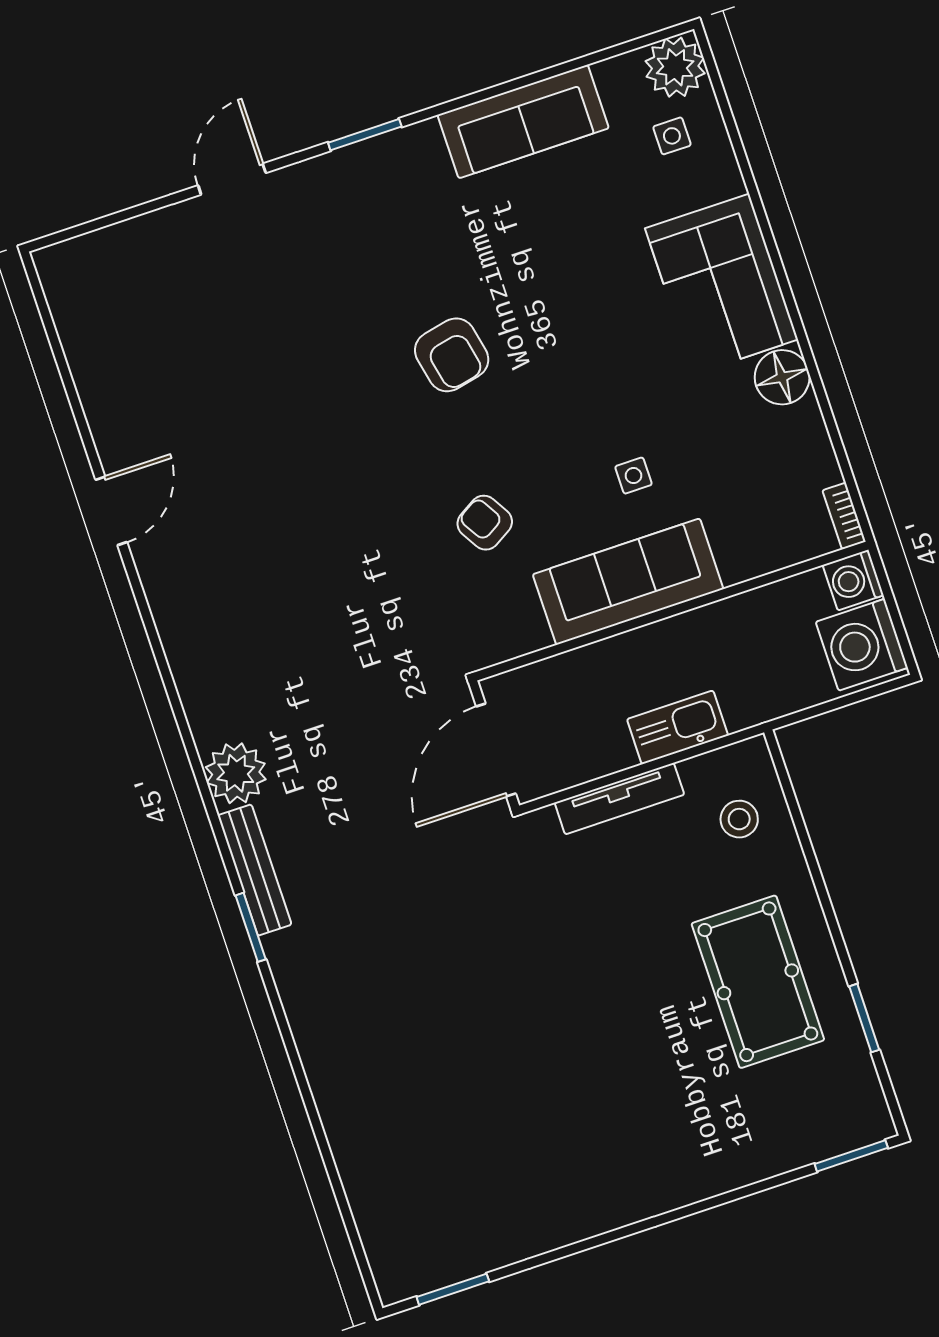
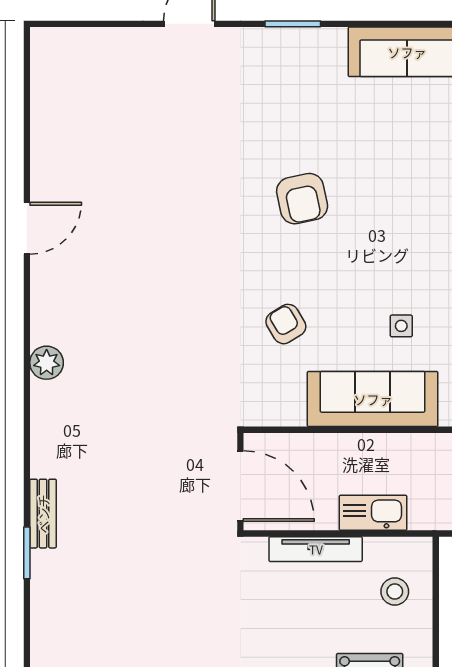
door: (496, 750) -> (240, 486), swing flipped
plant: (236, 773) -> (47, 363), moved, width x0.73, depth x0.73
bench: (255, 870) -> (43, 514), width x0.73

